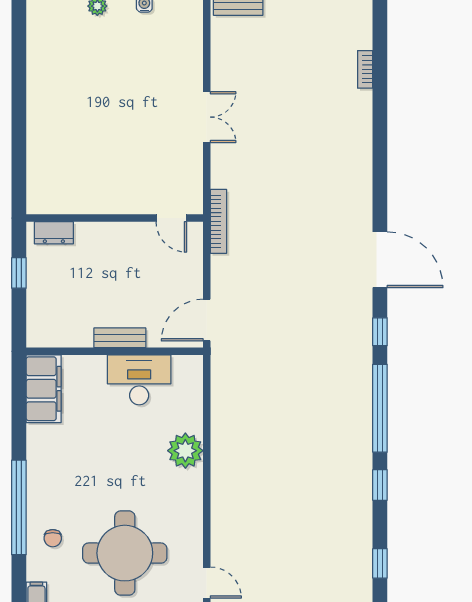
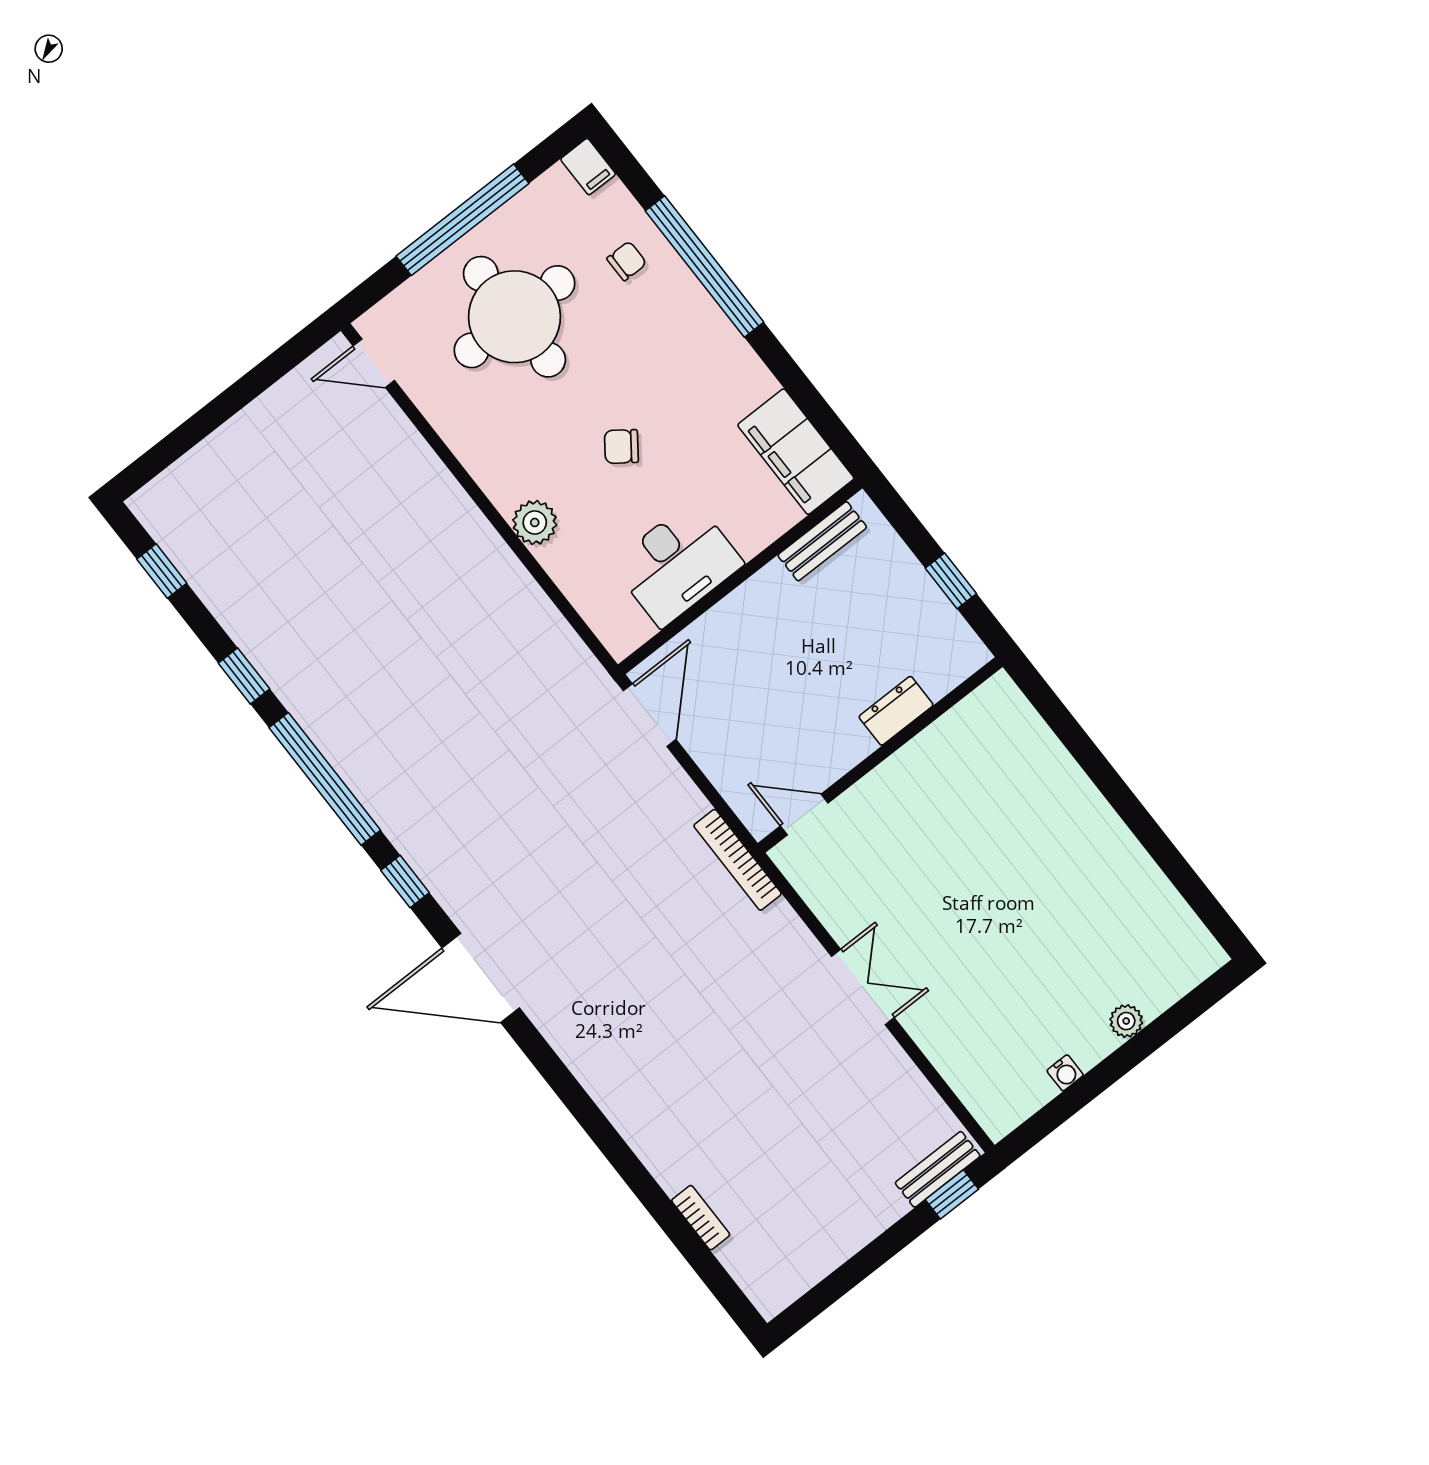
double door: (207, 117) -> (863, 987), swing flipped
dresser: (54, 233) -> (896, 711), moved
bench: (120, 338) -> (822, 541), moved
plant: (185, 451) -> (535, 522), width x0.73, depth x0.73
chair: (122, 454) -> (621, 447), added
chair: (53, 538) -> (627, 261), turned 90

